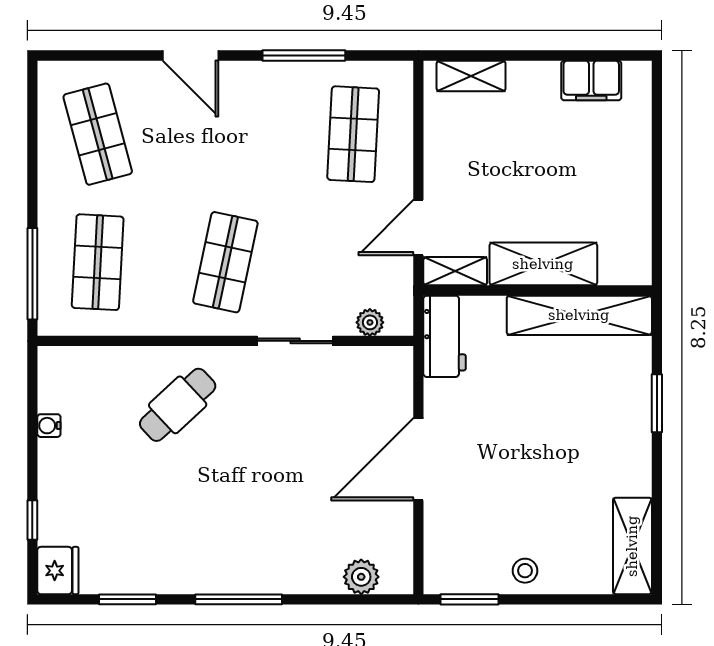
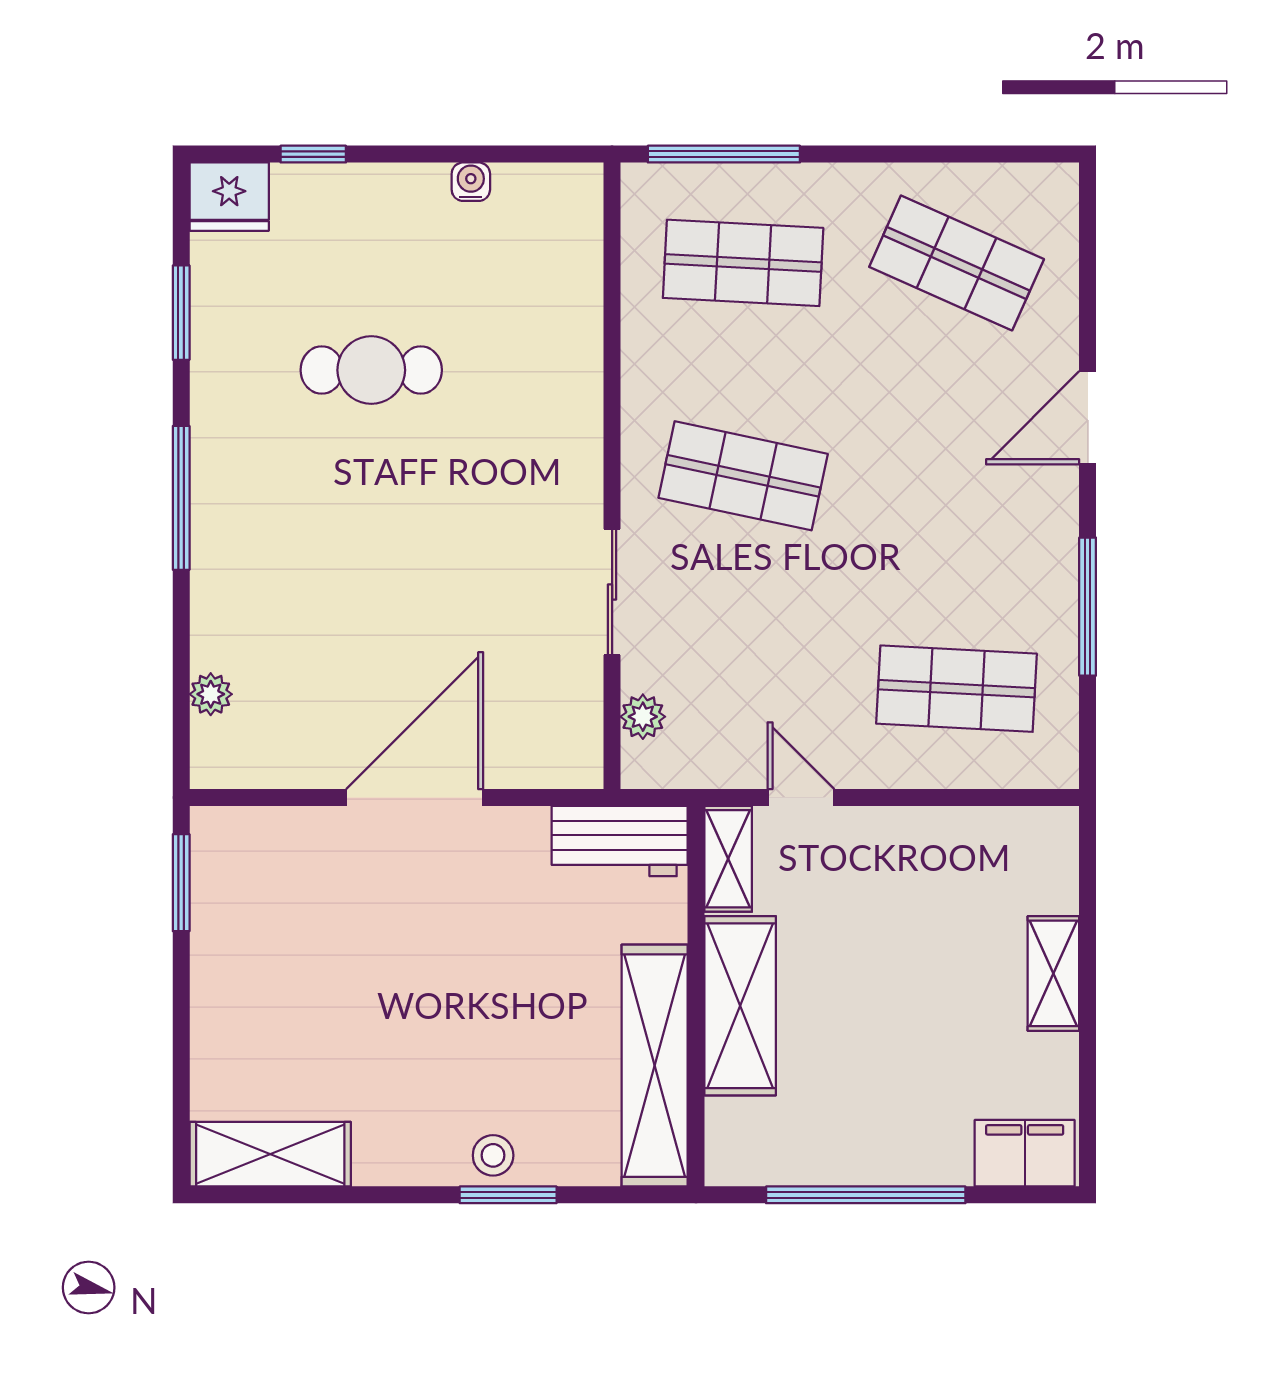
shelving: (471, 76) -> (1053, 973), moved
filing cabinet: (591, 80) -> (1025, 1153), moved, turned 90
shop shelf: (98, 134) -> (957, 263), turned 39
window: (657, 189) -> (866, 1195), added
door: (418, 227) -> (801, 798), width x0.73
cafe table: (178, 405) -> (371, 370), moved, turned -47
door: (418, 459) -> (415, 798), hinge flipped
stool: (525, 571) -> (493, 1155), moved
plant: (361, 577) -> (211, 694), width x0.73, depth x0.73

